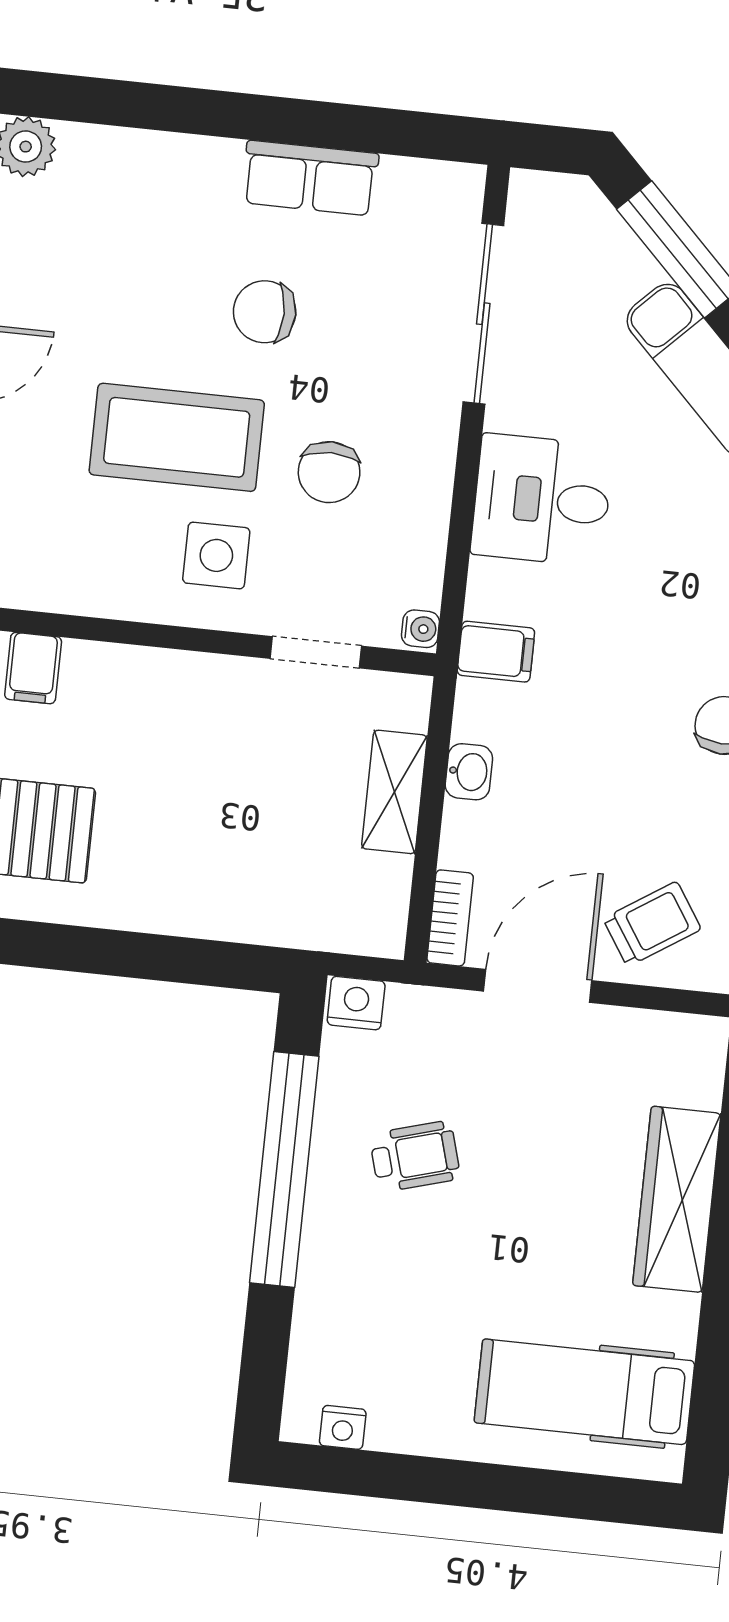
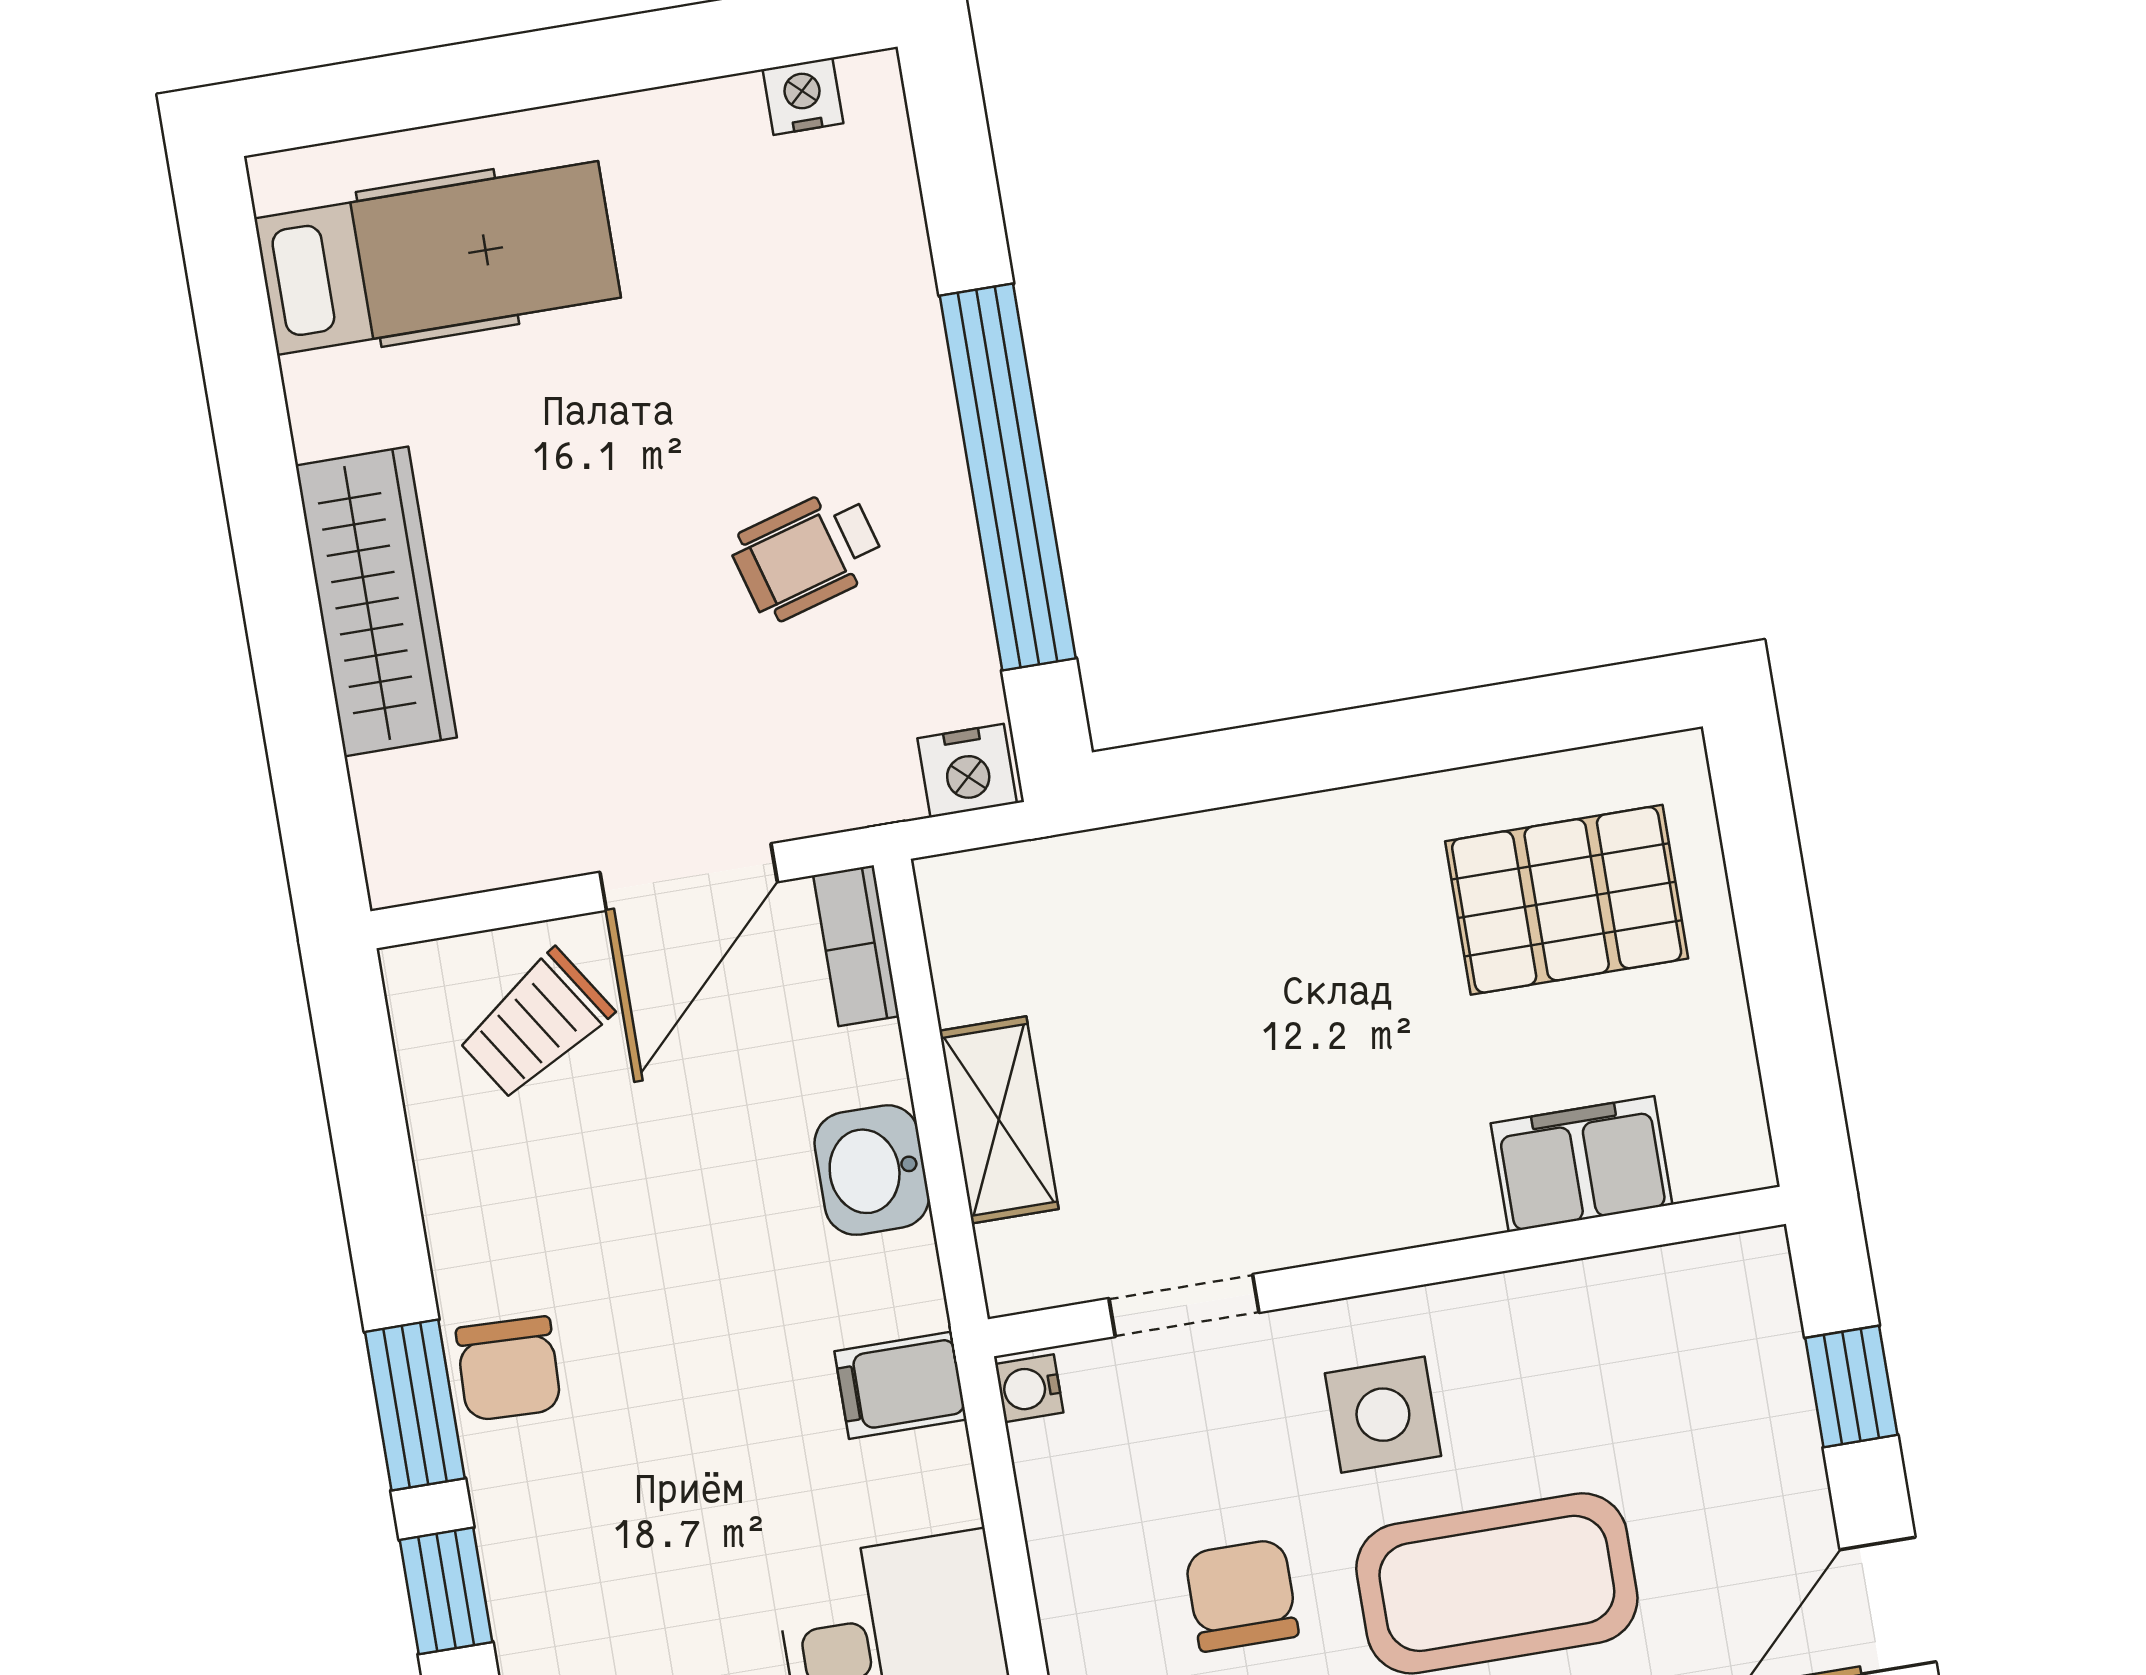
filing cabinet: (33, 668) -> (1582, 1164), width x2.00
washbasin: (469, 772) -> (872, 1170), width x1.38, depth x1.45

